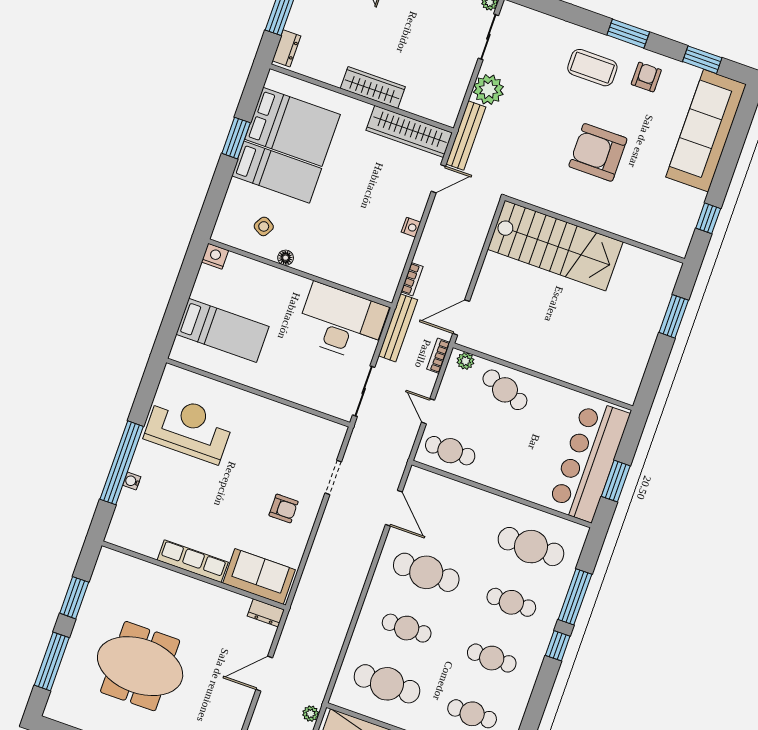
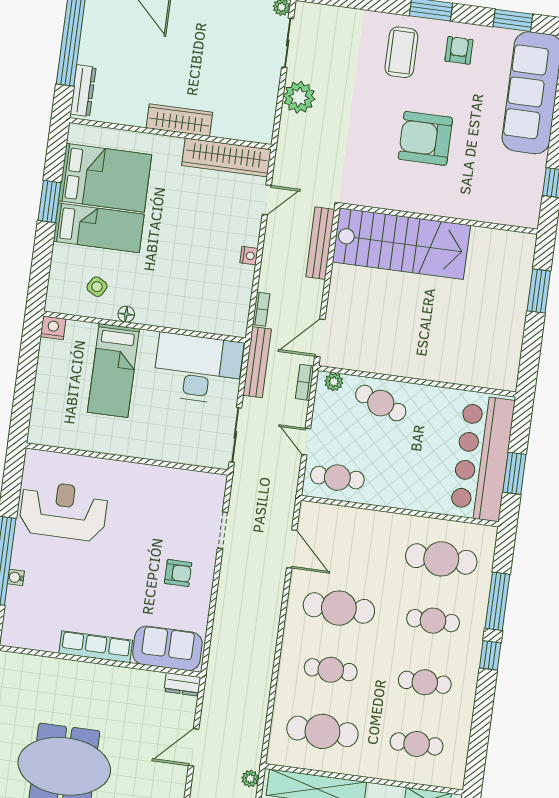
dresser: (286, 48) -> (83, 91), width x1.44
coffee table: (592, 68) -> (401, 52), turned 90
bench: (466, 135) -> (320, 243), moved
bed: (223, 330) -> (113, 370), moved, turned 90

